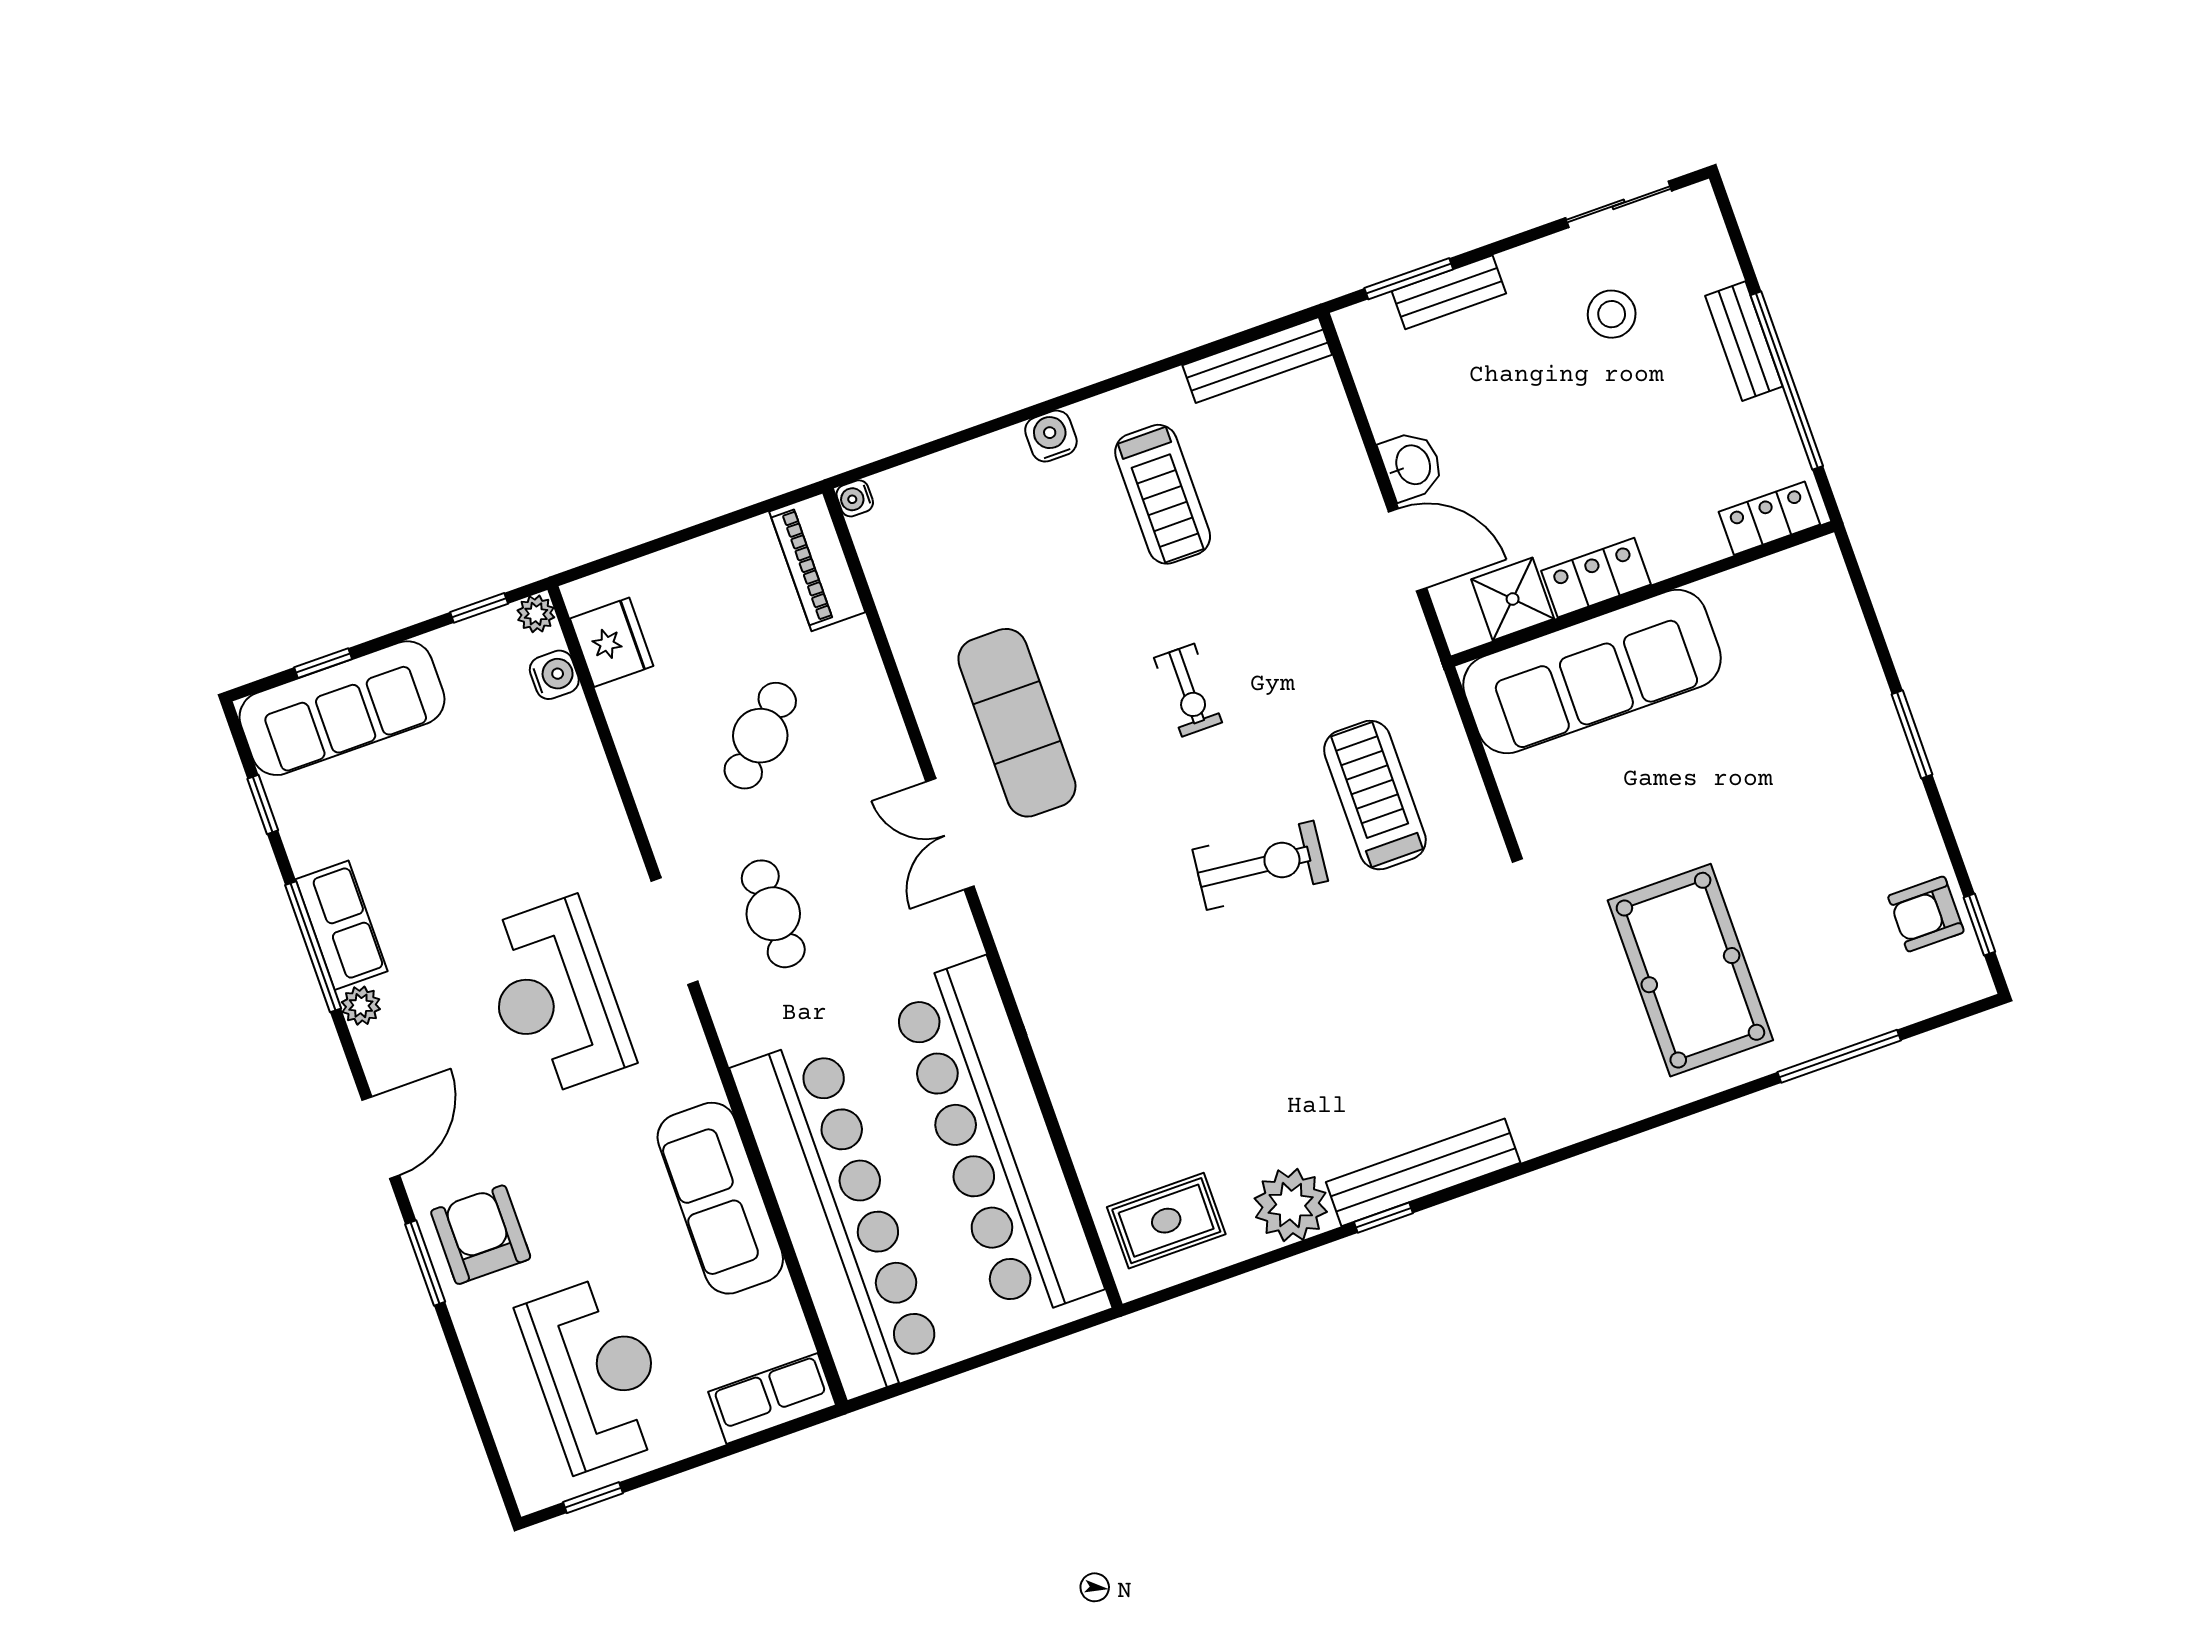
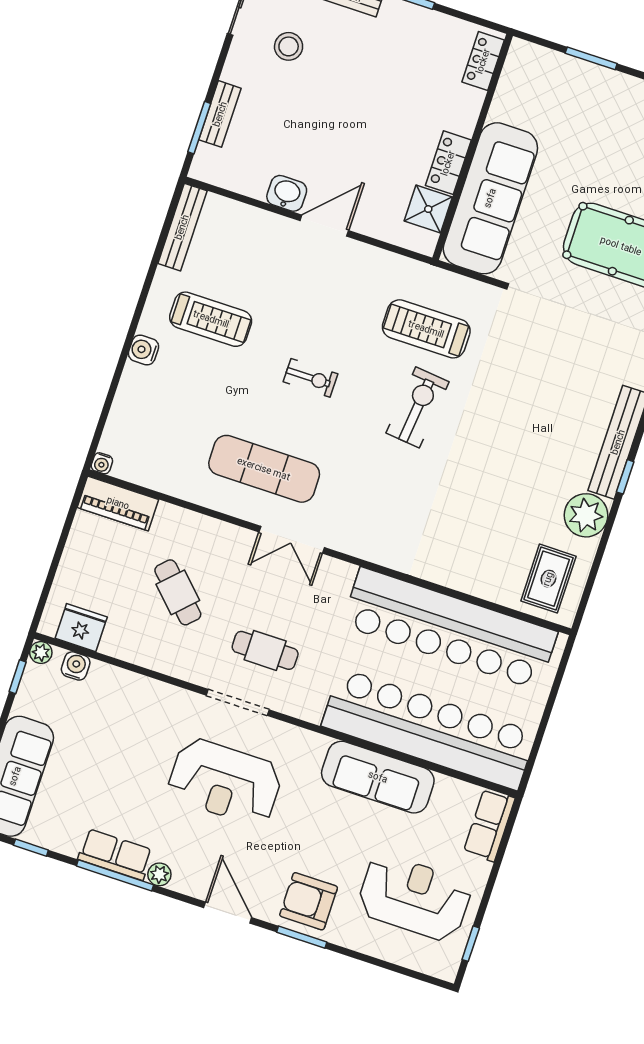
locker: (1769, 518) -> (483, 61), moved
locker: (1596, 578) -> (448, 163), moved
wall: (1643, 594) -> (473, 147), moved
shower: (1513, 599) -> (428, 209), moved
sofa: (1592, 672) -> (490, 198), moved

